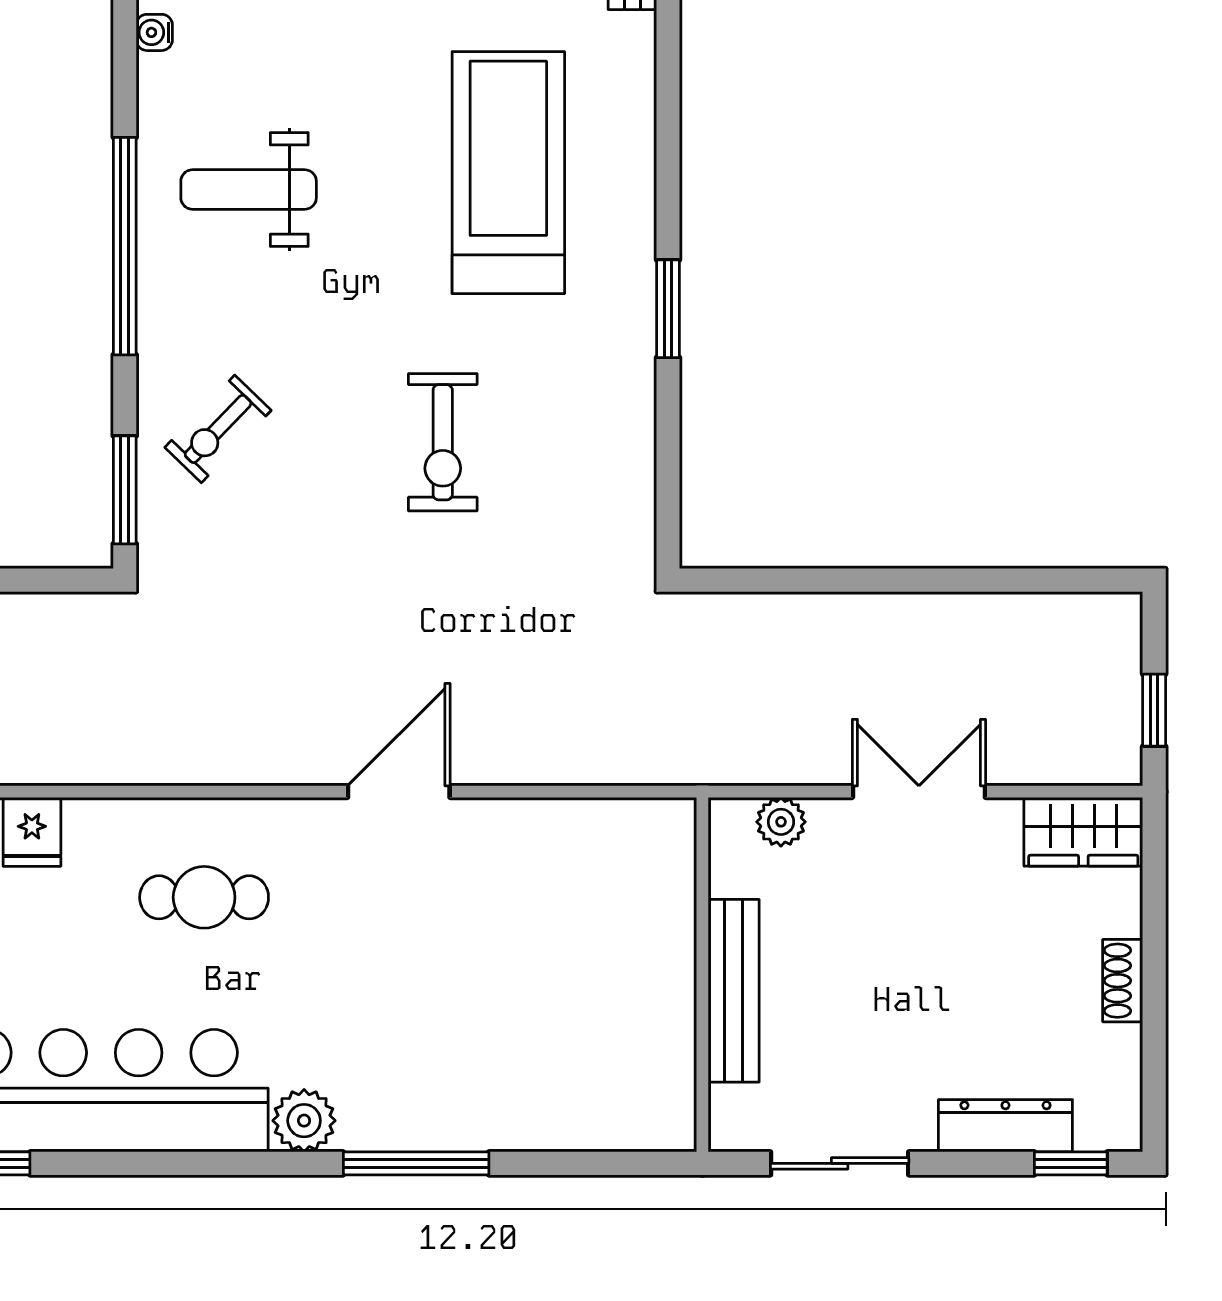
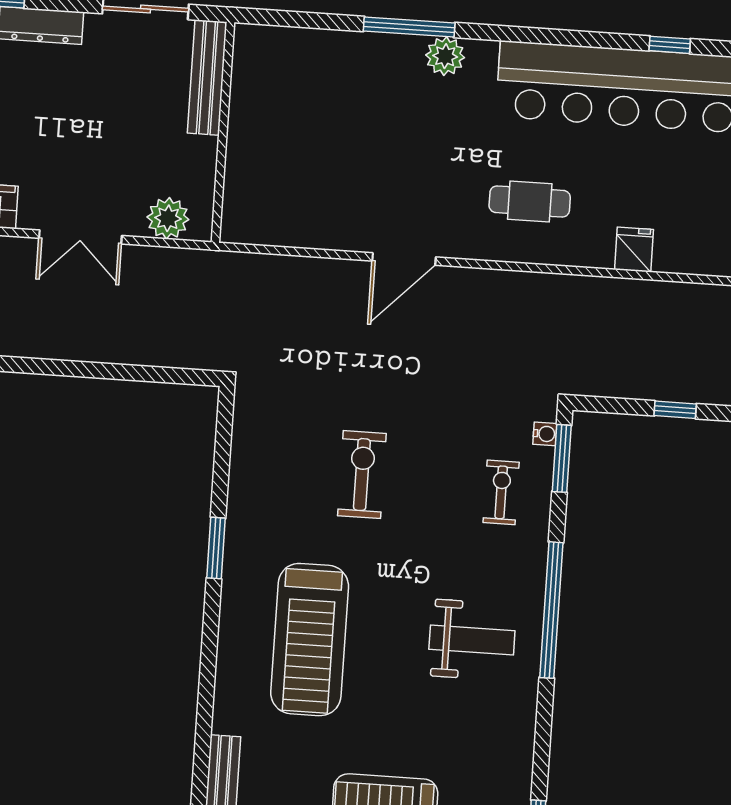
water cooler: (154, 32) -> (545, 434), moved
exercise bike: (218, 429) -> (501, 492), turned -44
plant: (781, 822) -> (168, 218), width x1.38, depth x1.38
bench: (734, 991) -> (207, 77), moved
plant: (304, 1121) -> (445, 56), moved

